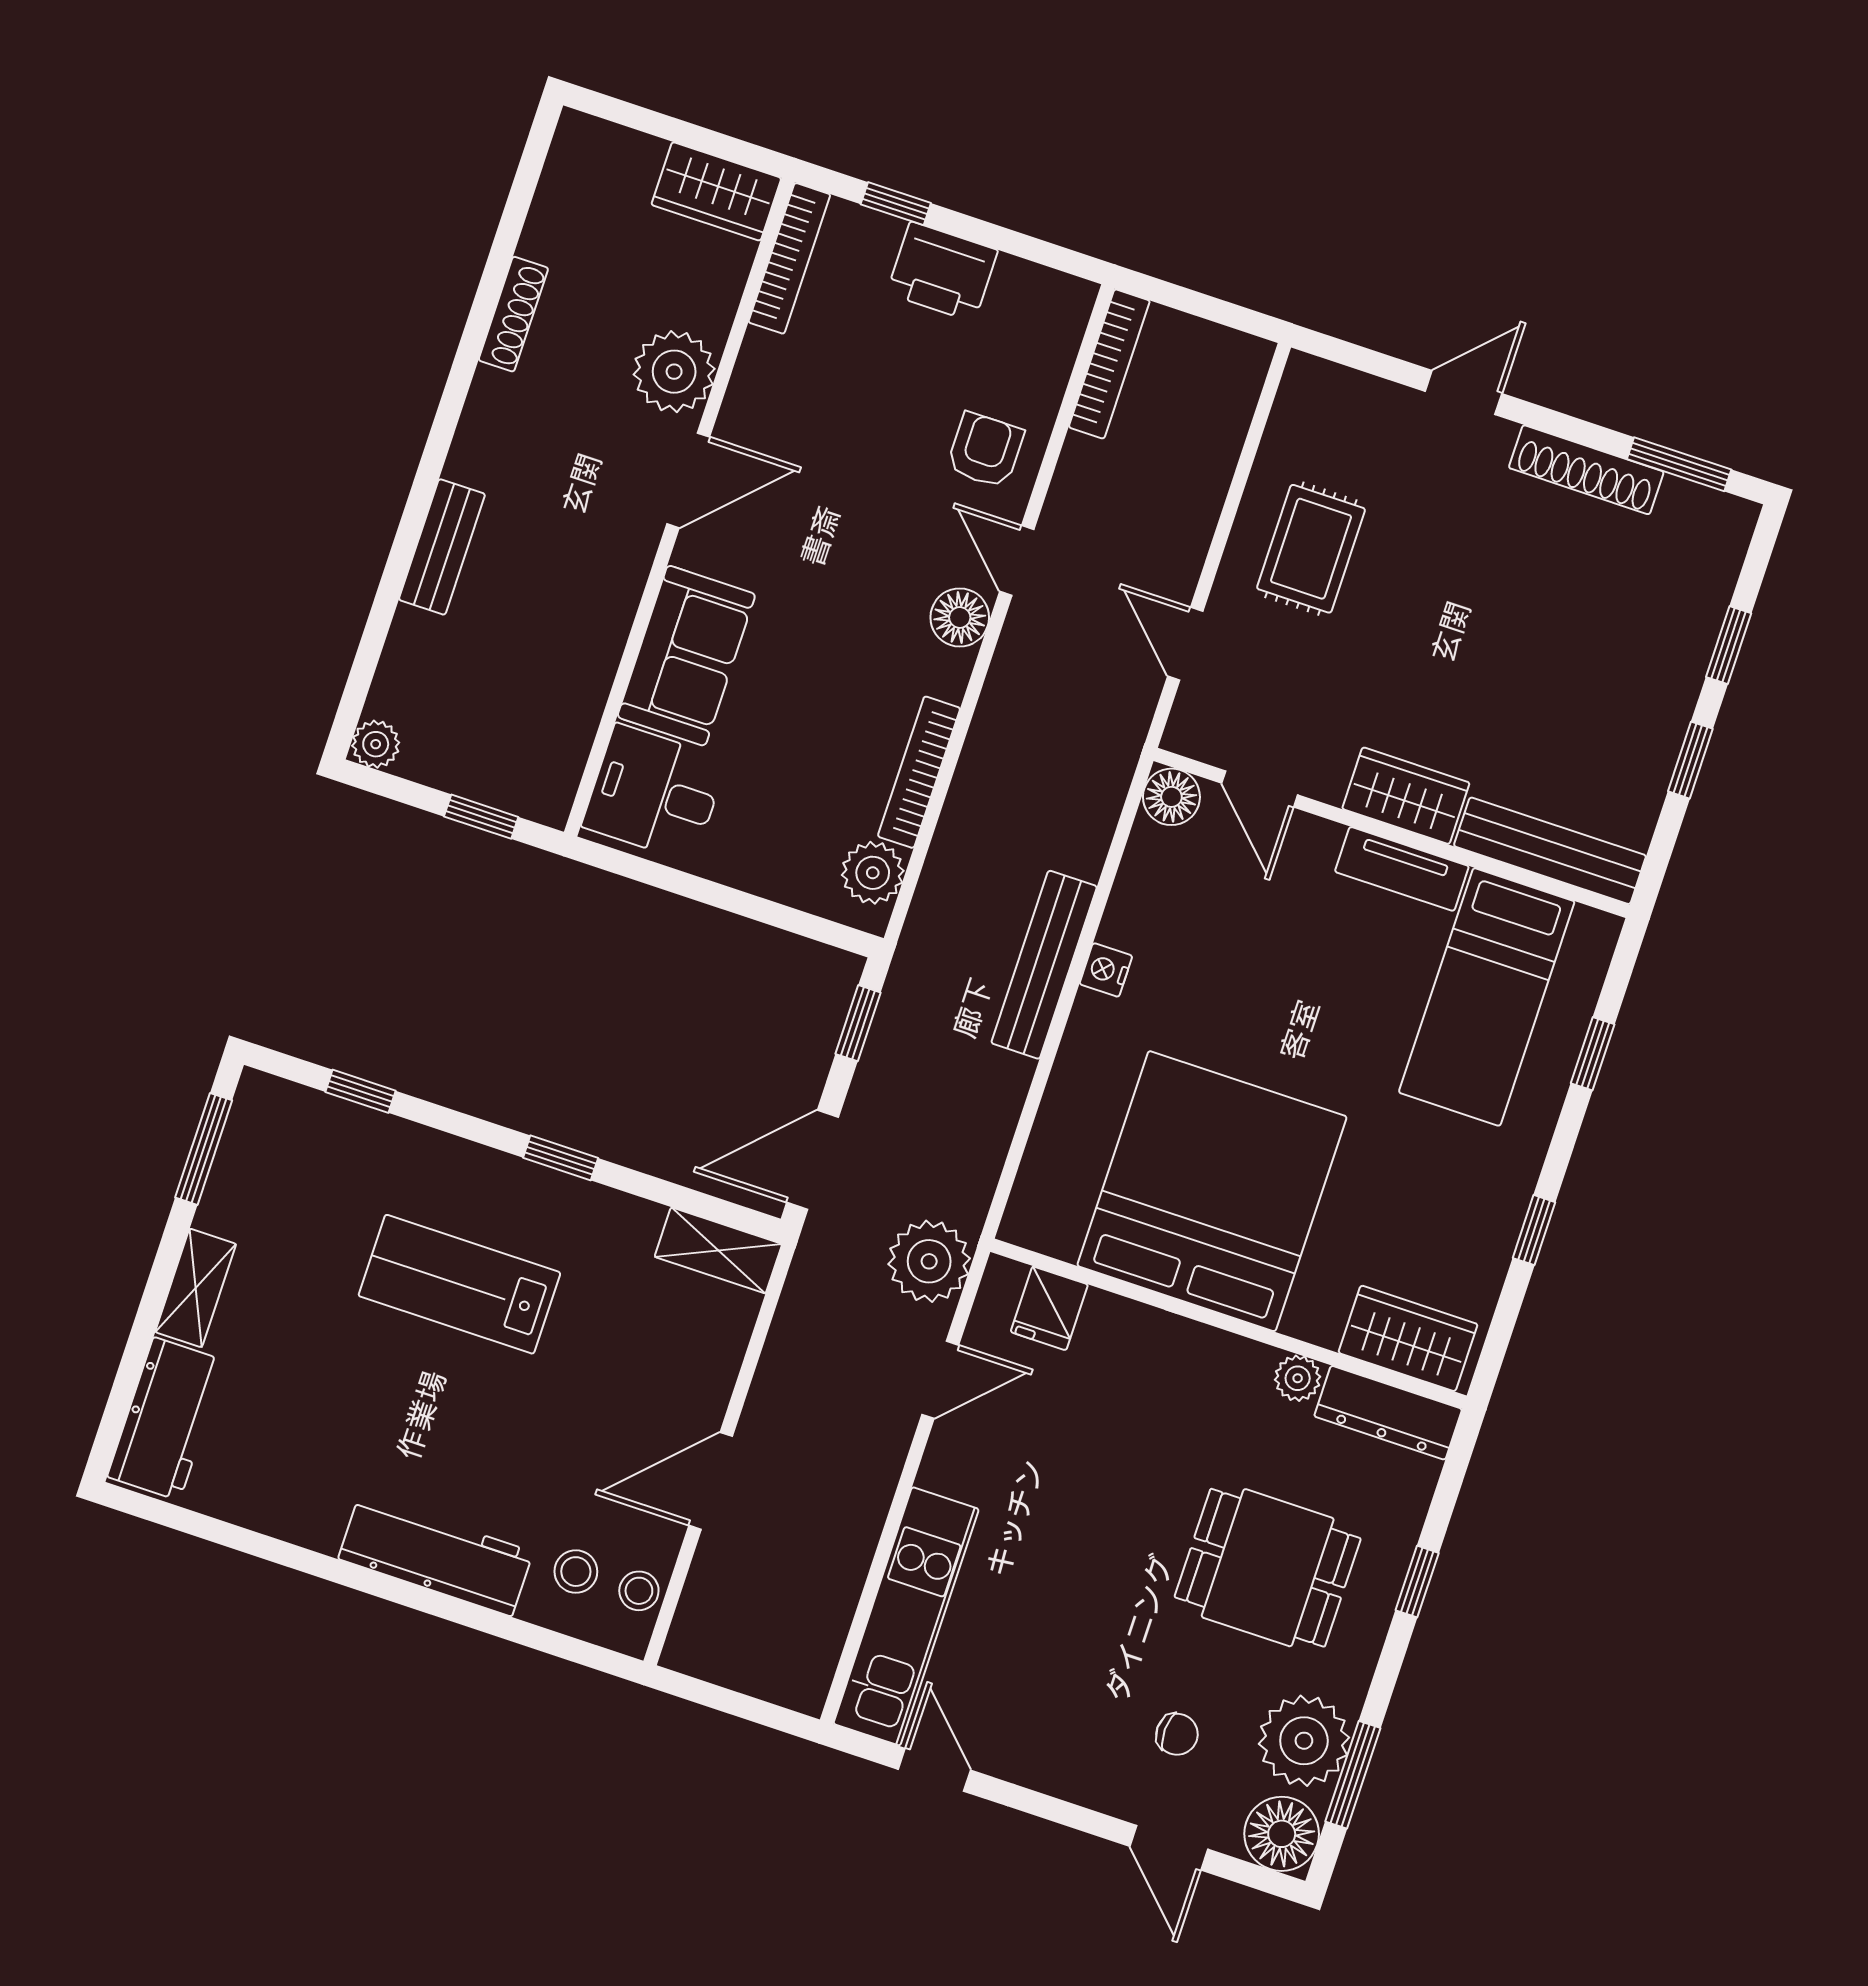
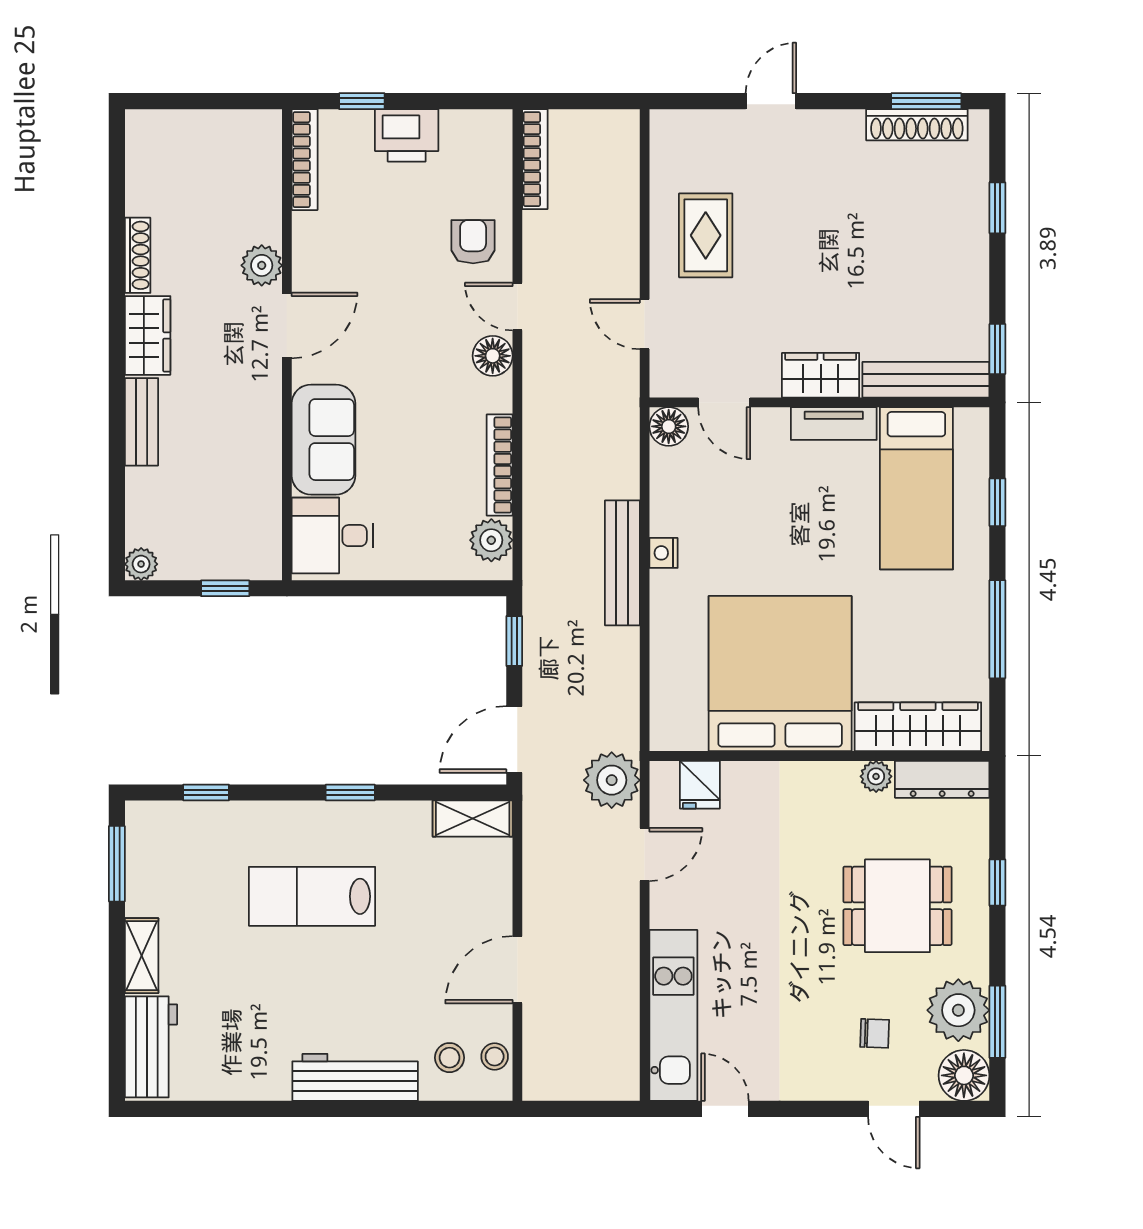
wardrobe: (716, 191) -> (148, 335), moved, turned -90
plant: (674, 372) -> (262, 265), width x0.73, depth x0.73
shoe rack: (1586, 470) -> (917, 125), moved
window: (1690, 760) -> (997, 349), moved
window: (1534, 1230) -> (997, 629), width x2.17
wardrobe: (1408, 1338) -> (918, 727), width x1.50

